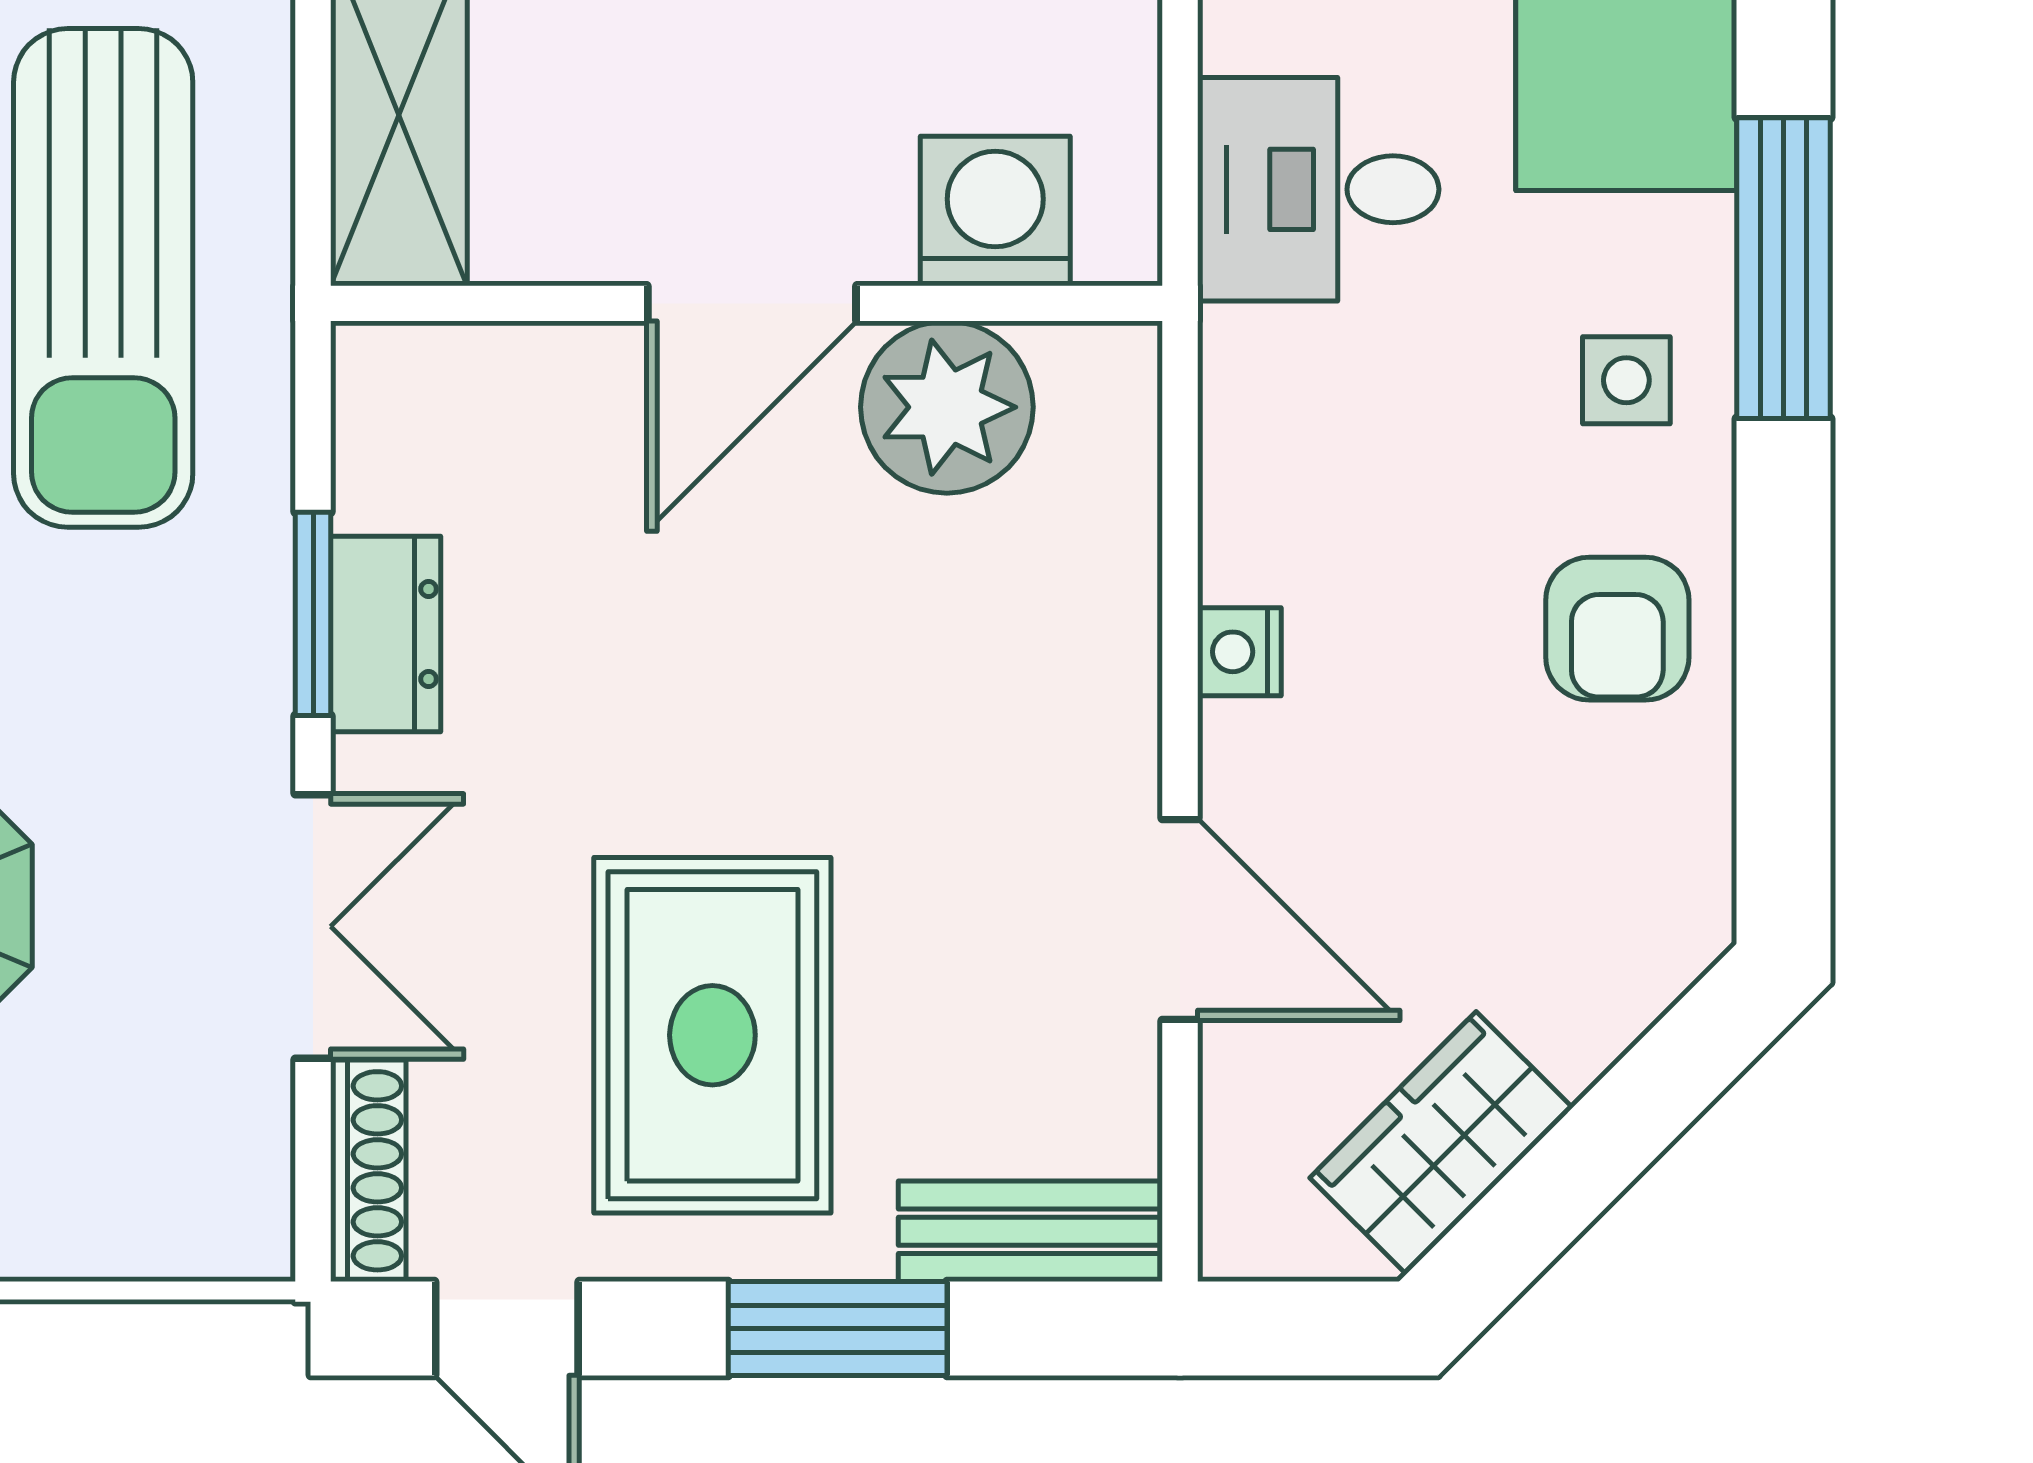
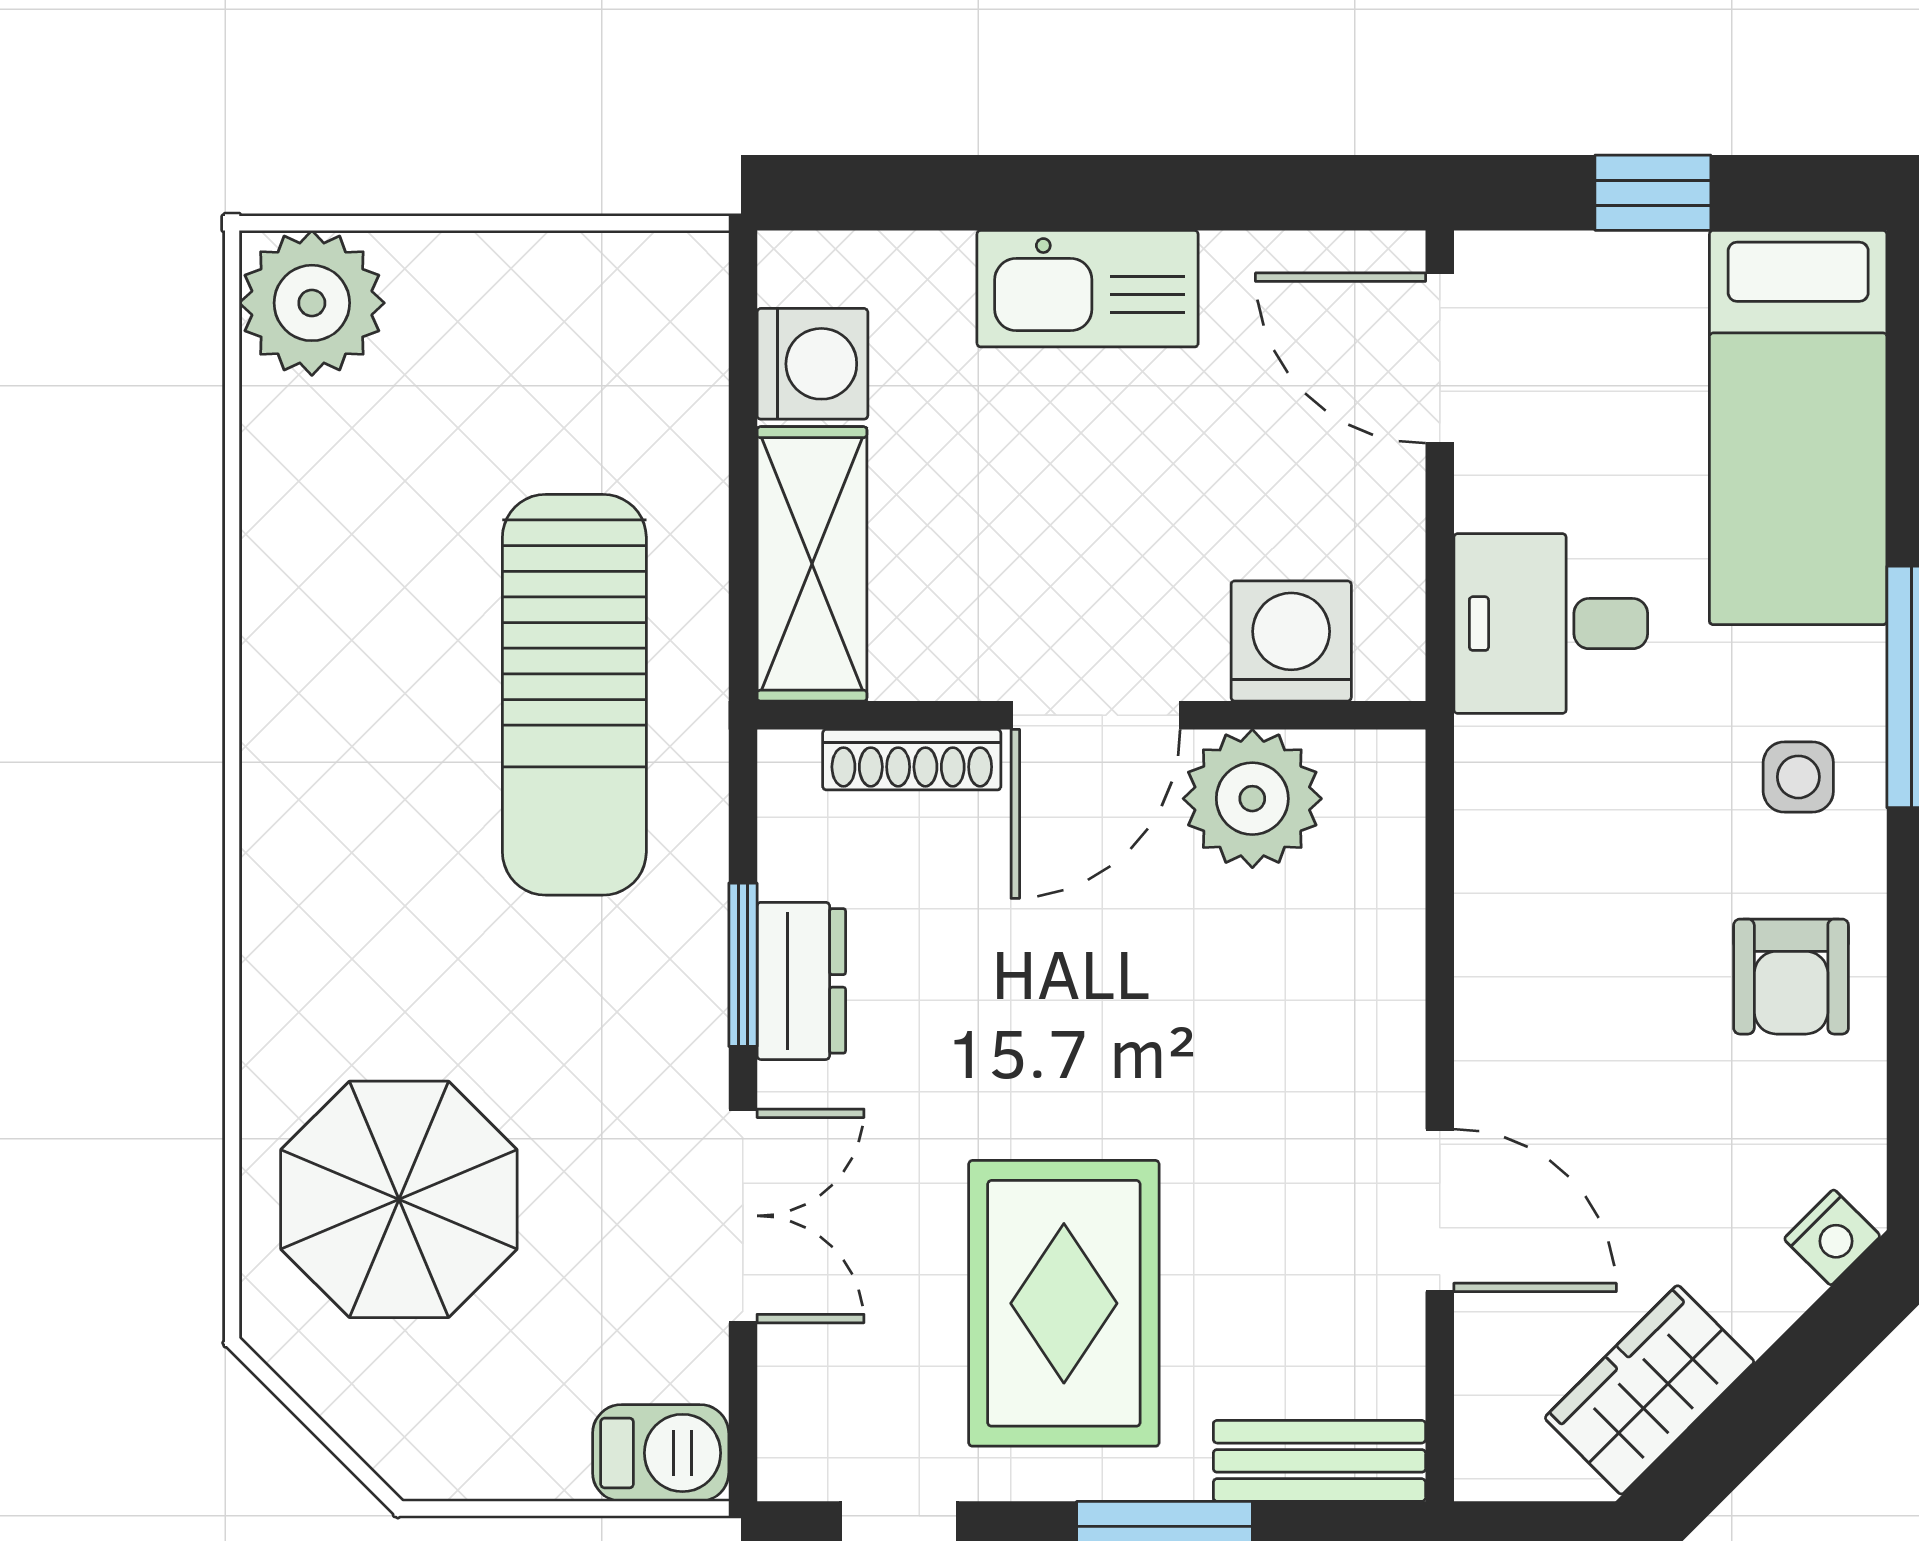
nightstand: (1239, 652) -> (1832, 1237), moved, turned -135
shoe rack: (368, 1171) -> (912, 760), moved, turned 90
barbecue: (211, 1221) -> (661, 1453), added

